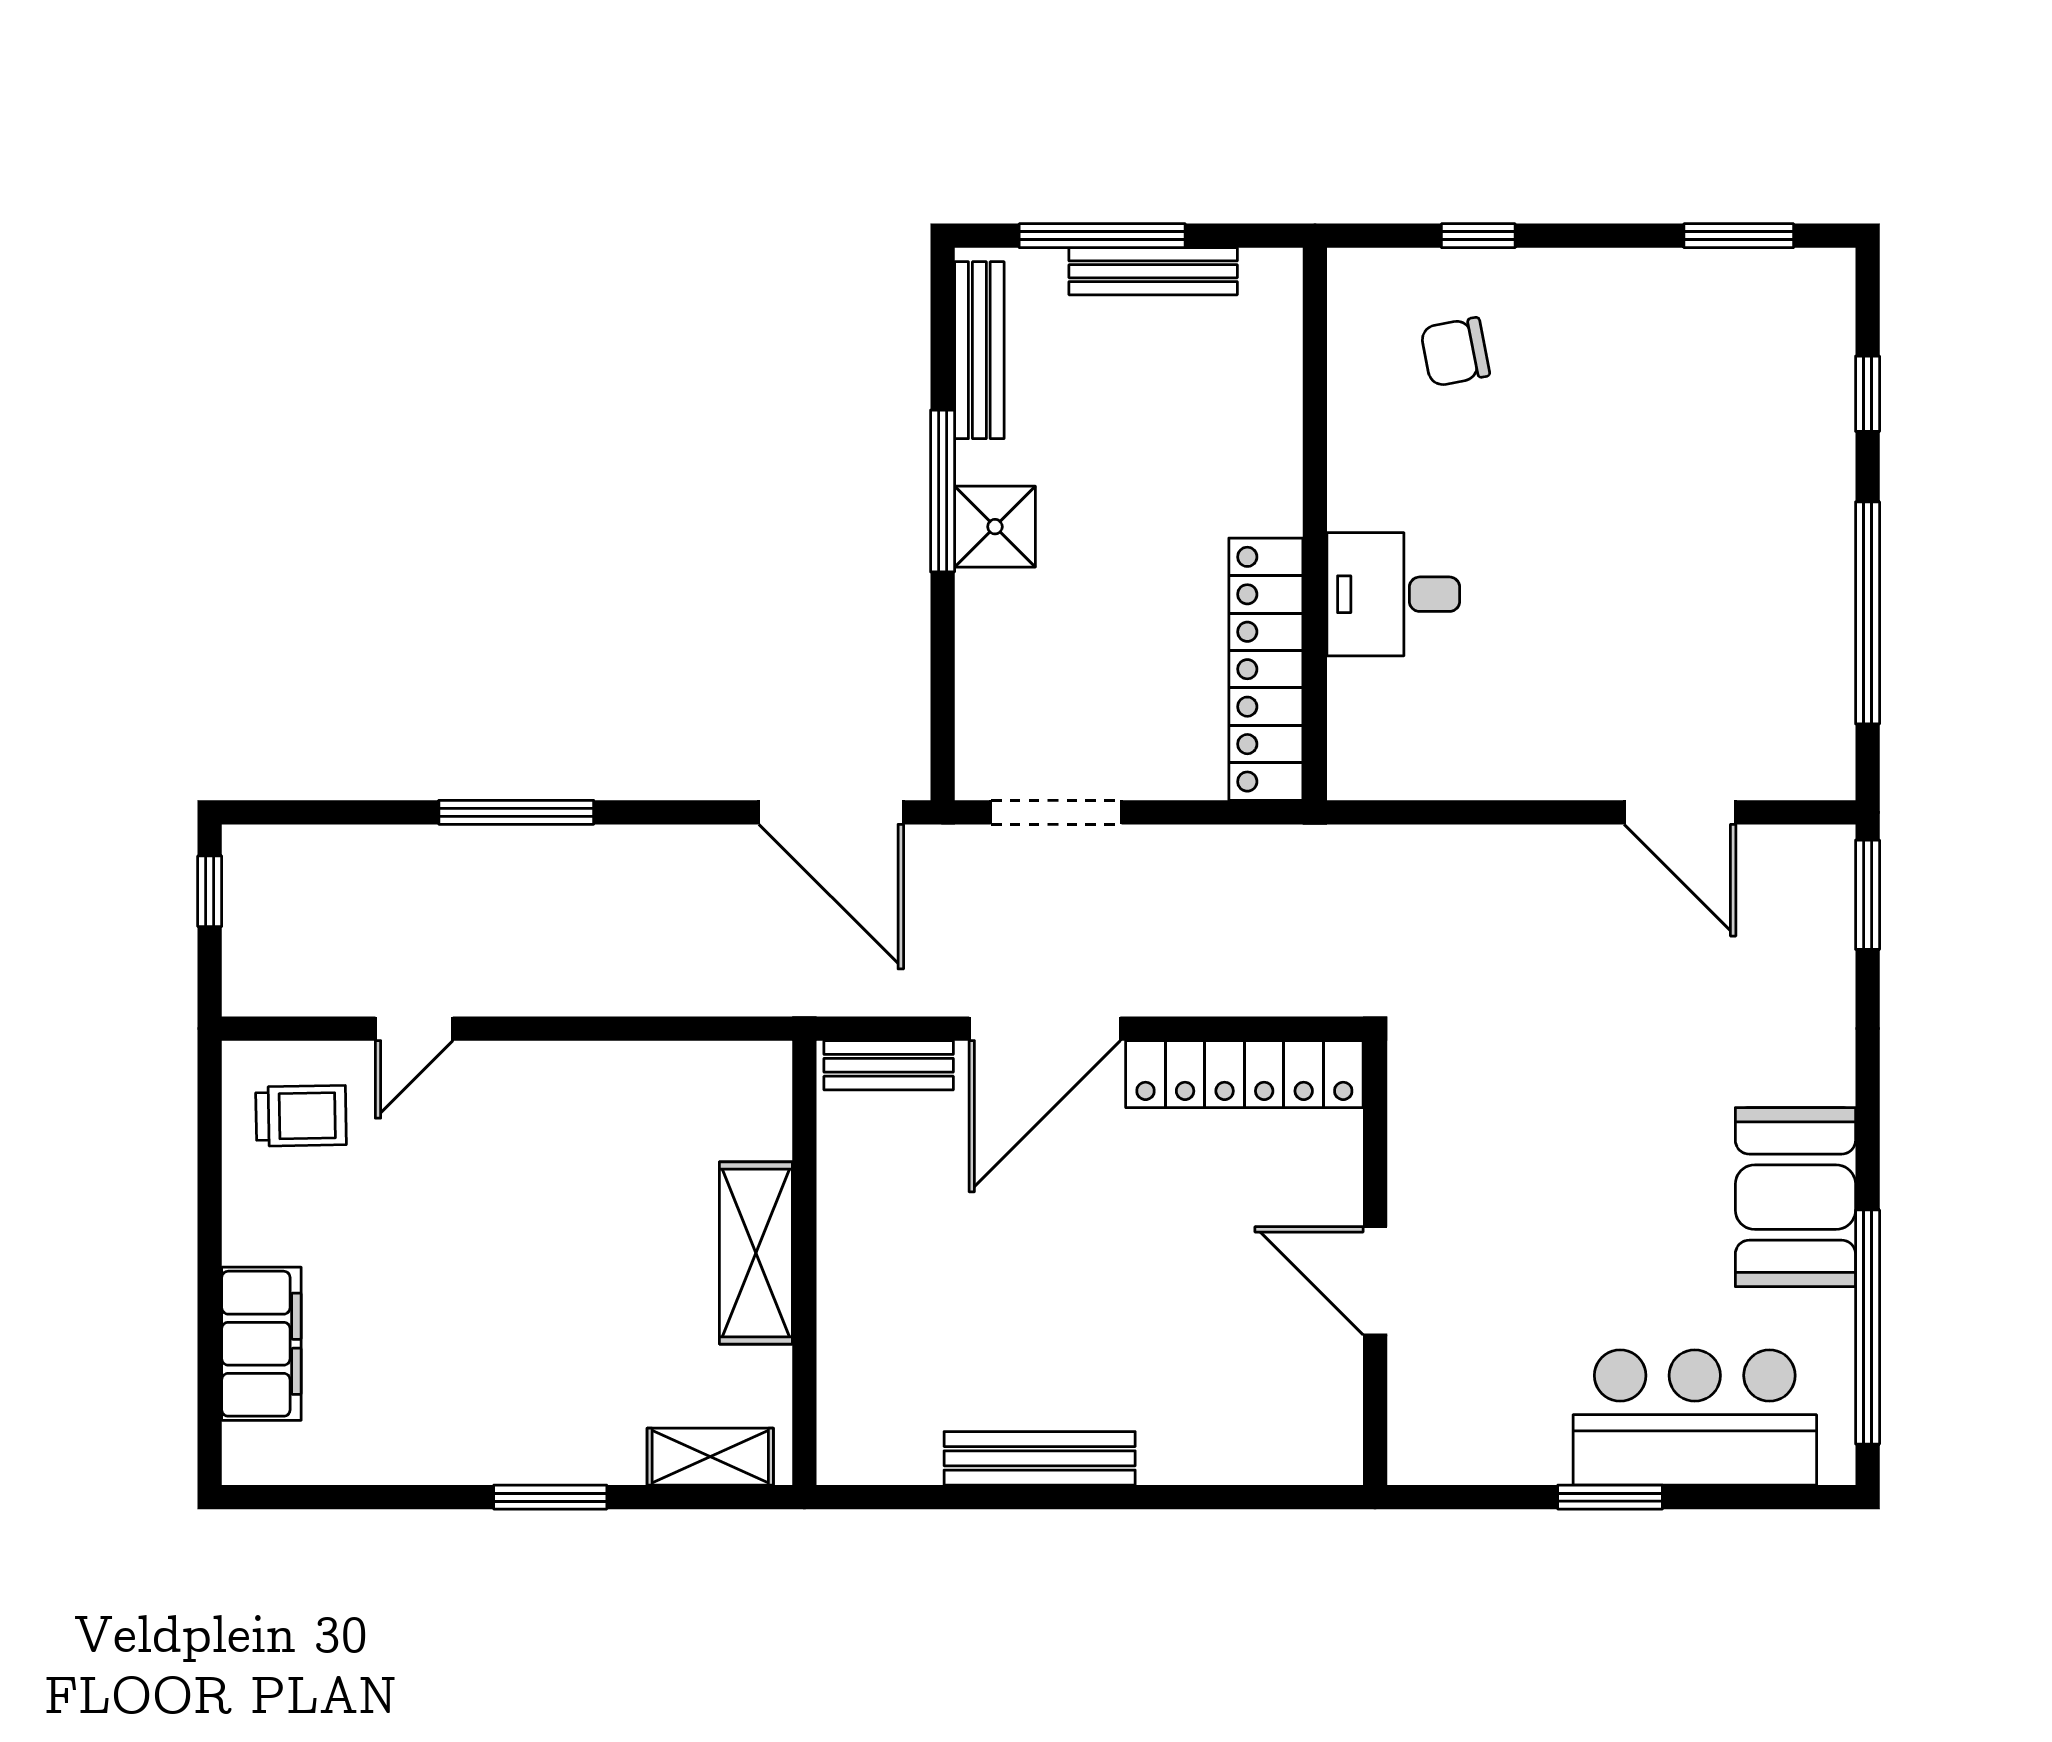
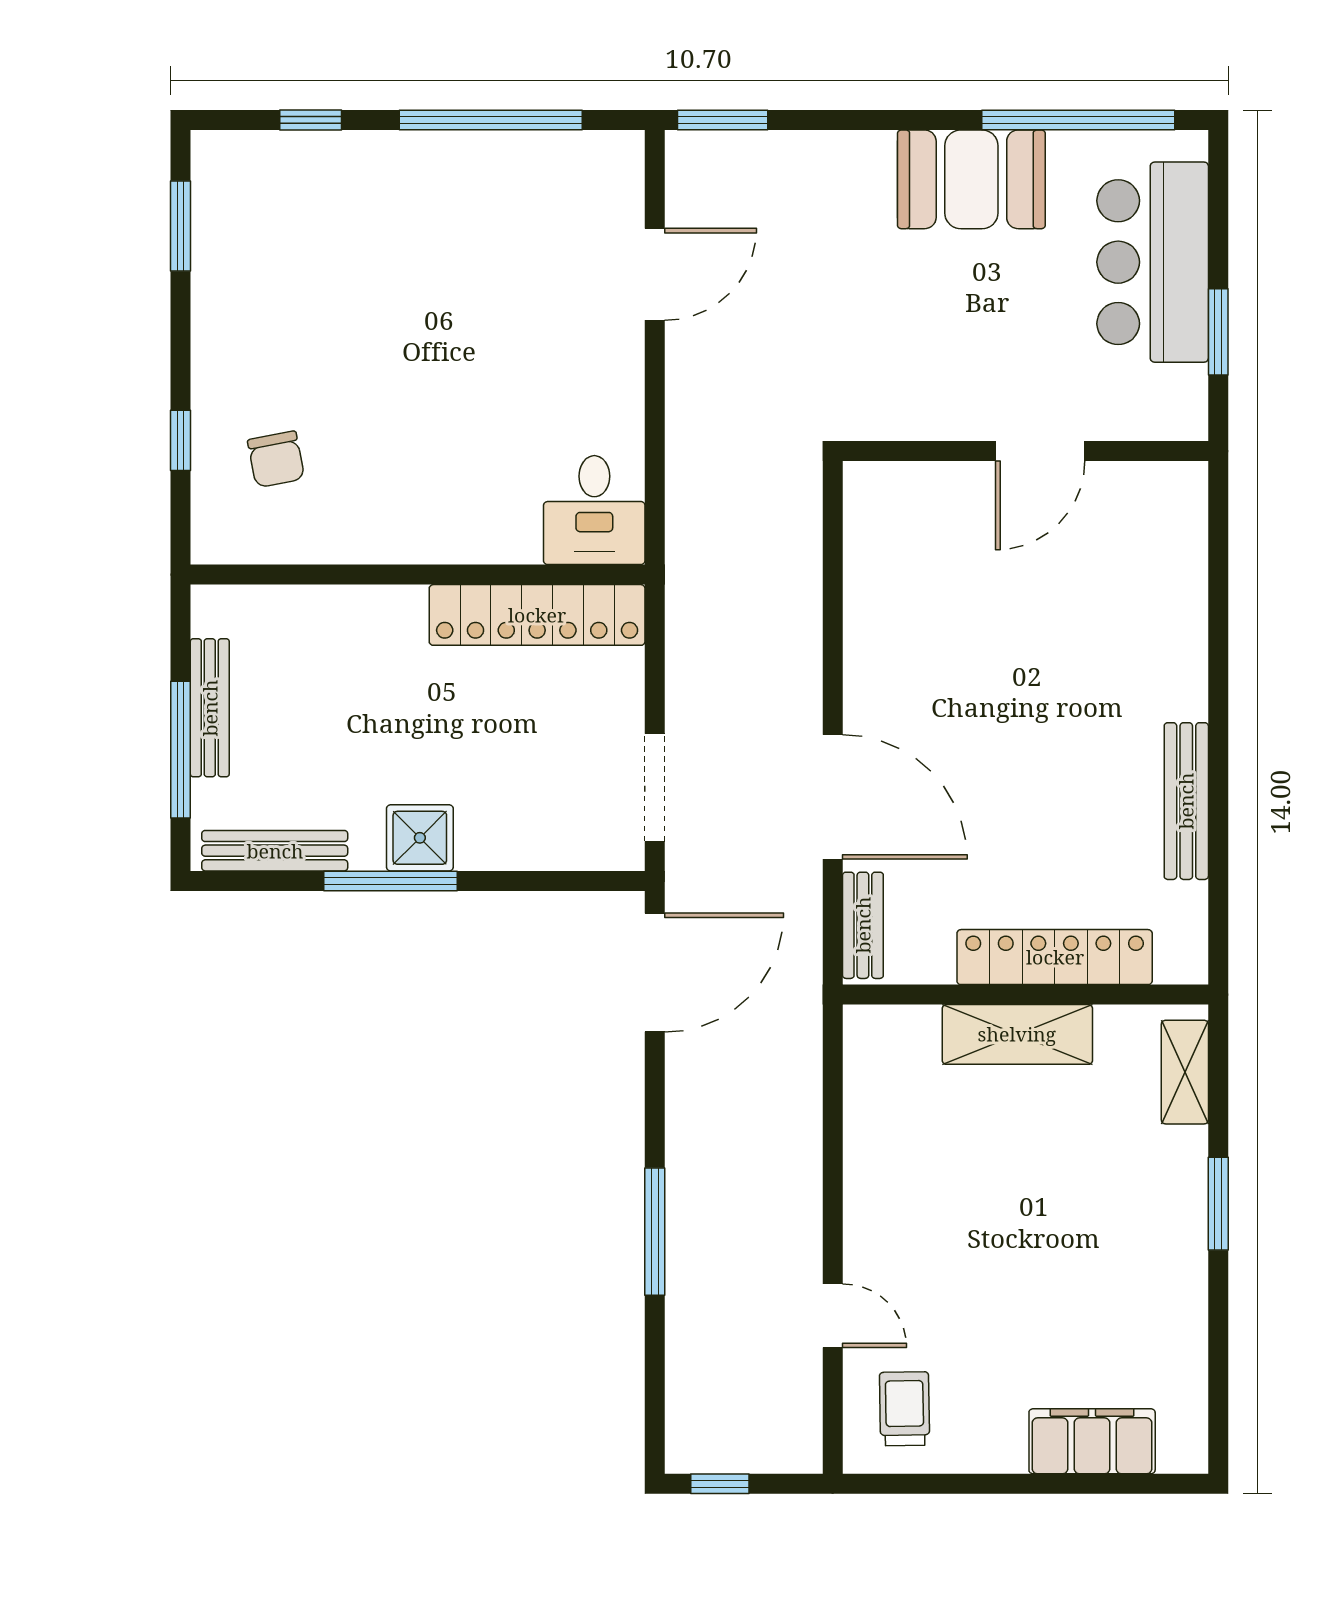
desk: (1393, 594) -> (594, 510), moved
locker: (1244, 1074) -> (1055, 957), moved, turned -90
wall: (1375, 1263) -> (1025, 451), moved
door: (1375, 1281) -> (1040, 451), moved

